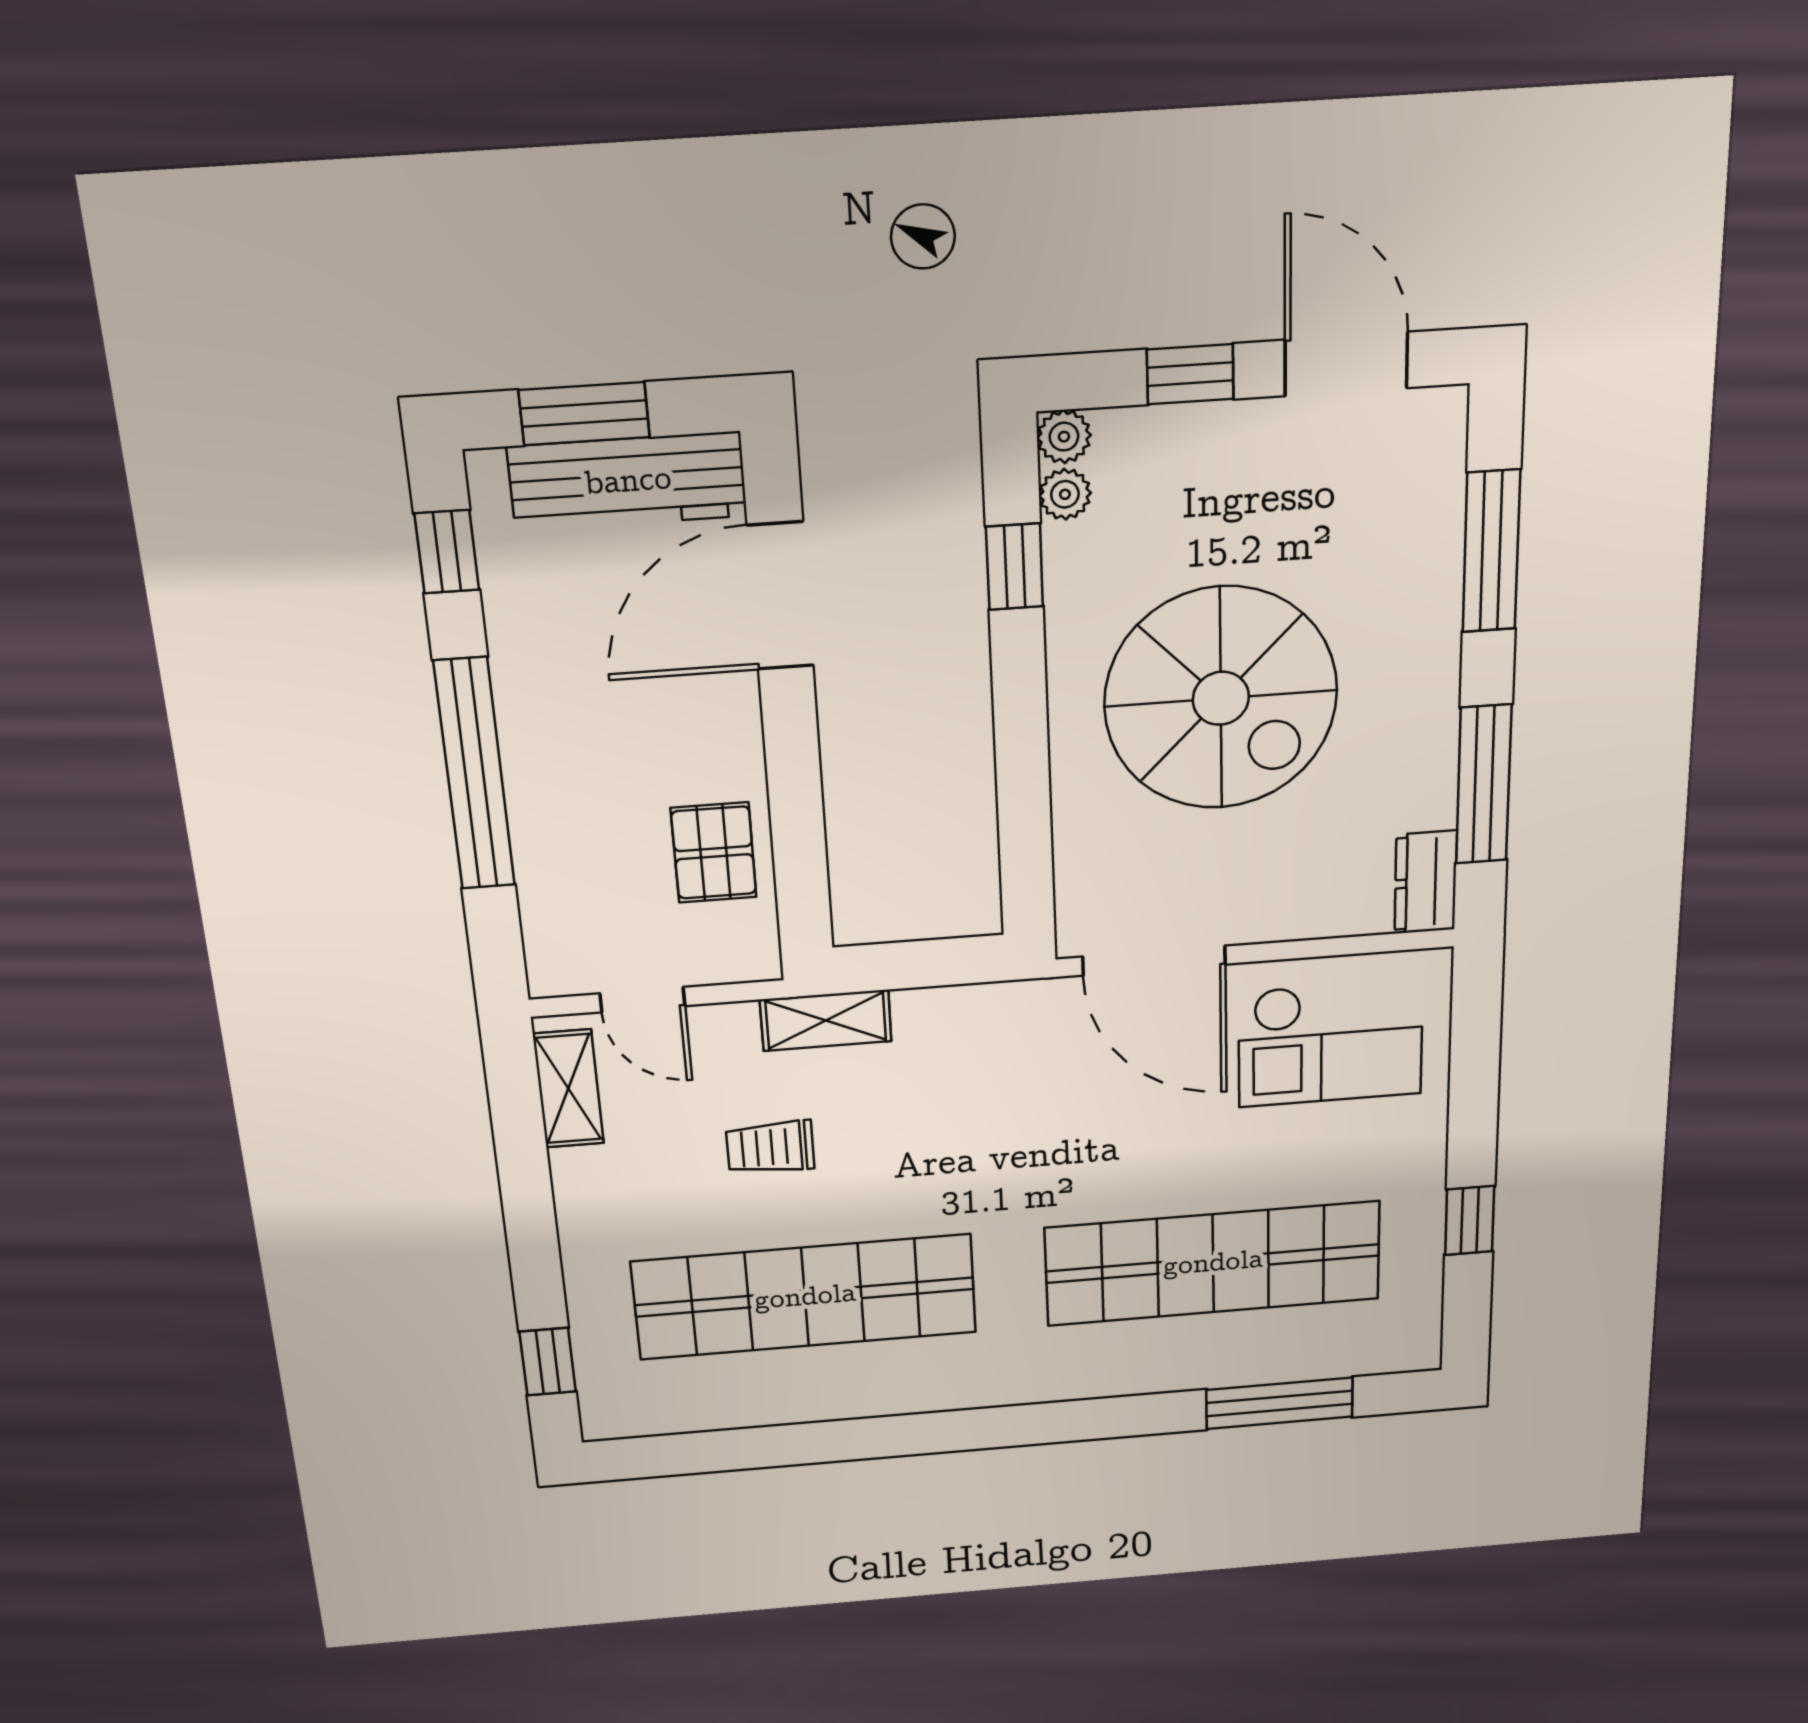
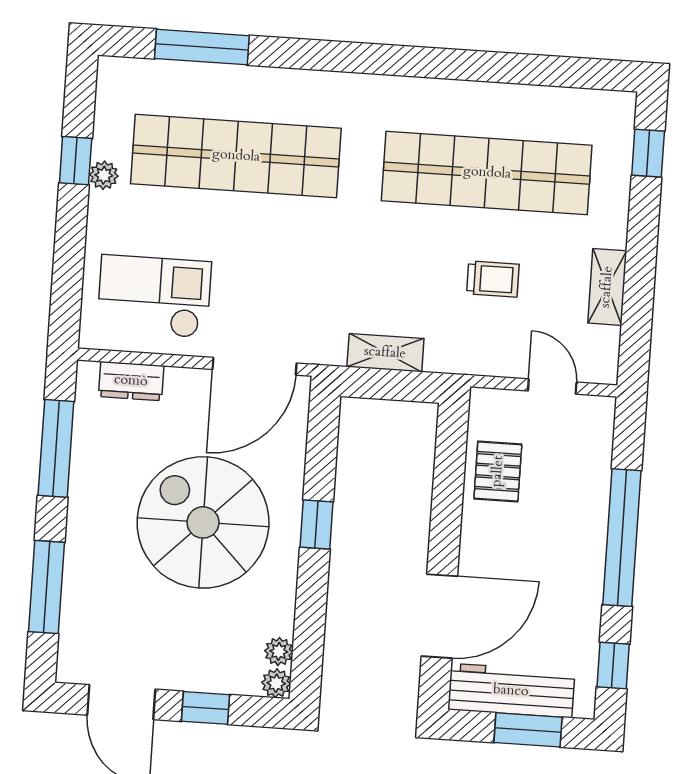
window: (1015, 567) -> (316, 524), moved
dresser: (1426, 882) -> (131, 381), moved, turned 90
door: (1154, 961) -> (254, 366), swing flipped
shelving: (826, 1020) -> (385, 353), moved
shelving: (568, 1089) -> (607, 287), moved
plant: (1423, 1207) -> (104, 175), added

